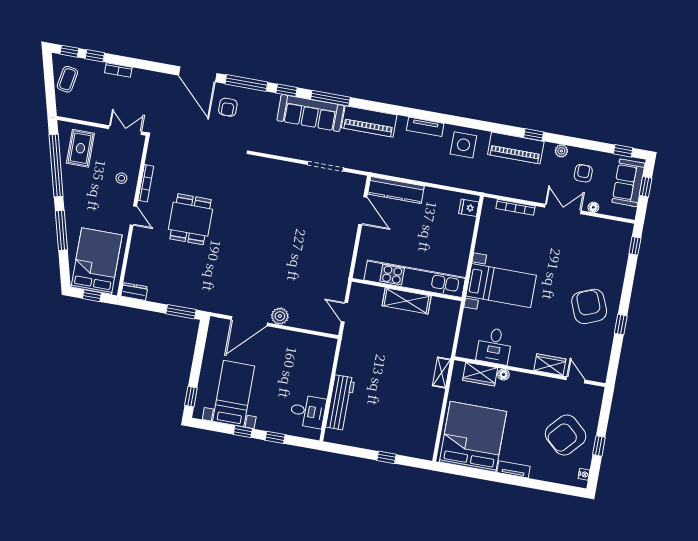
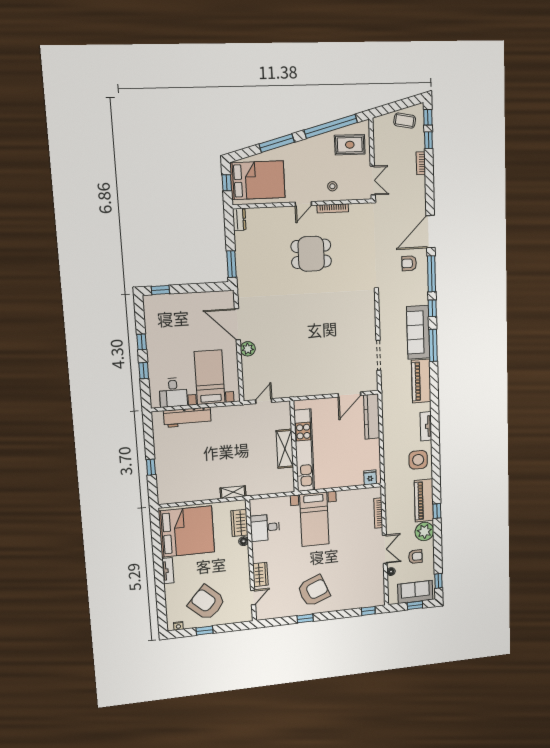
plant: (561, 151) -> (424, 531), width x1.87, depth x1.87
bed with nightstands: (234, 394) -> (210, 377), moved, turned -90

